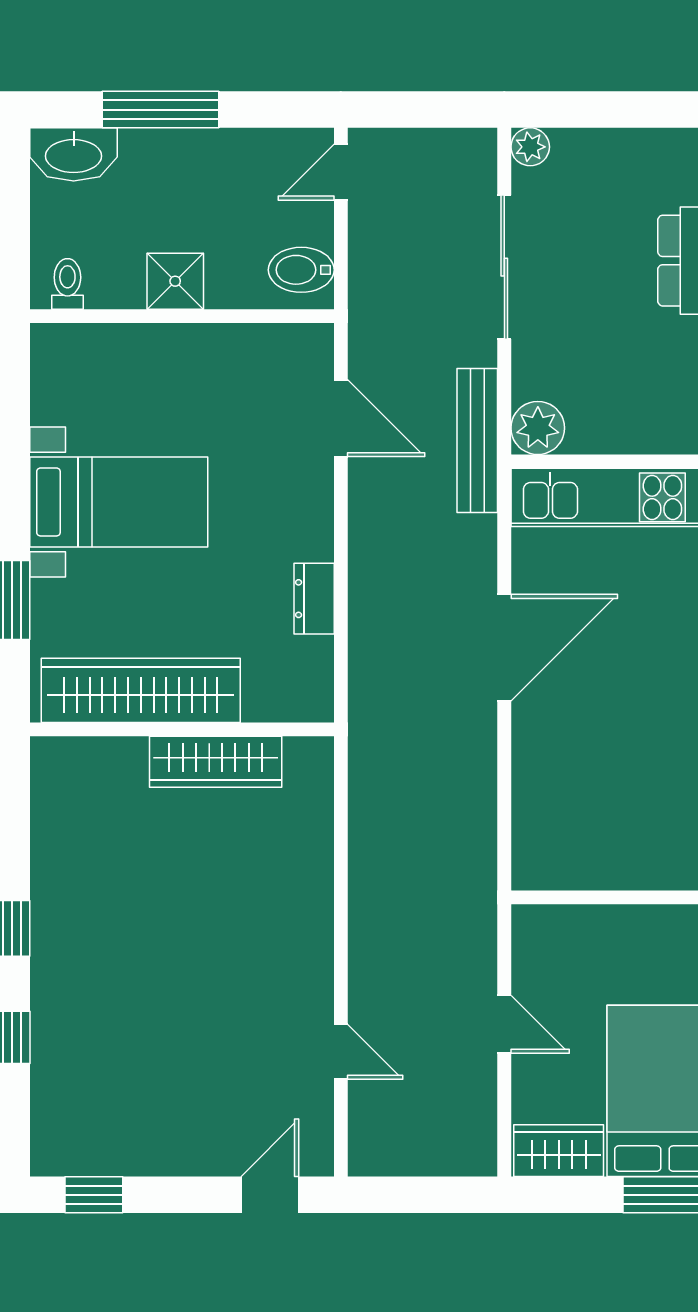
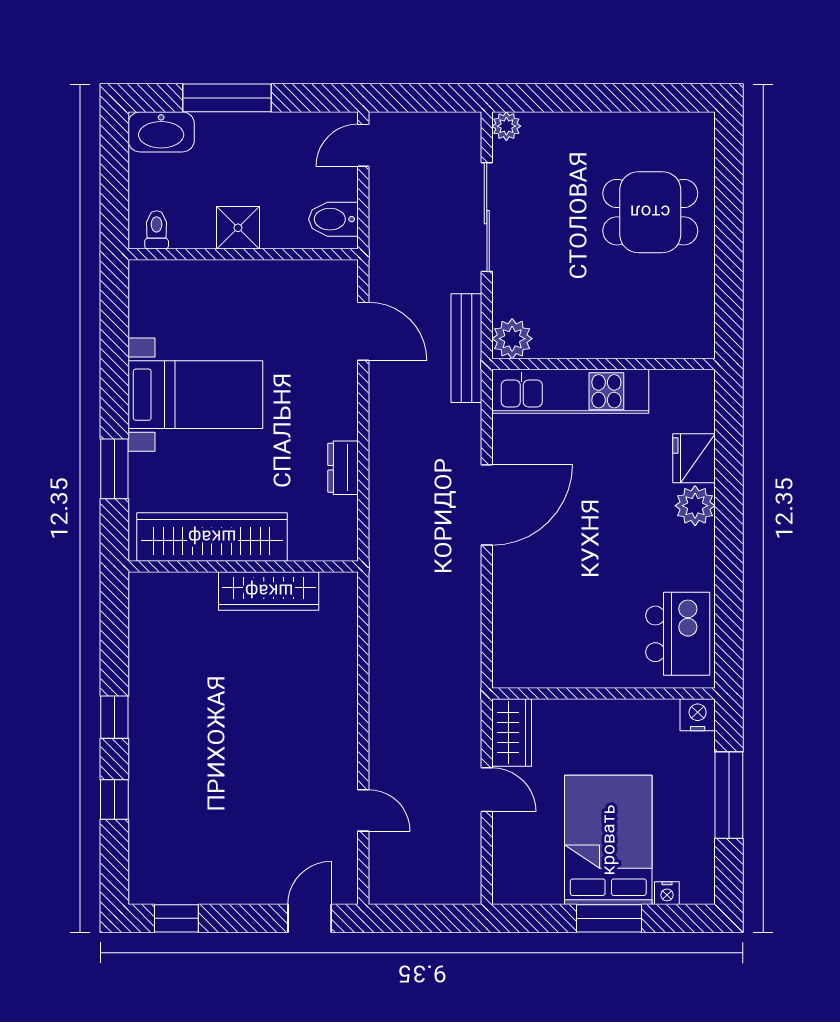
wardrobe: (559, 1151) -> (512, 733), moved, turned 90

